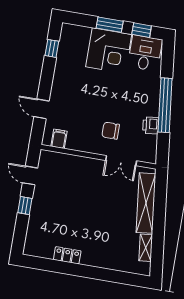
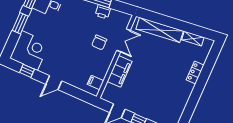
corner desk: (109, 51) -> (30, 51), moved
door: (41, 109) -> (54, 83), moved
filing cabinet: (81, 166) -> (120, 71), added
locker: (67, 255) -> (195, 73), moved

